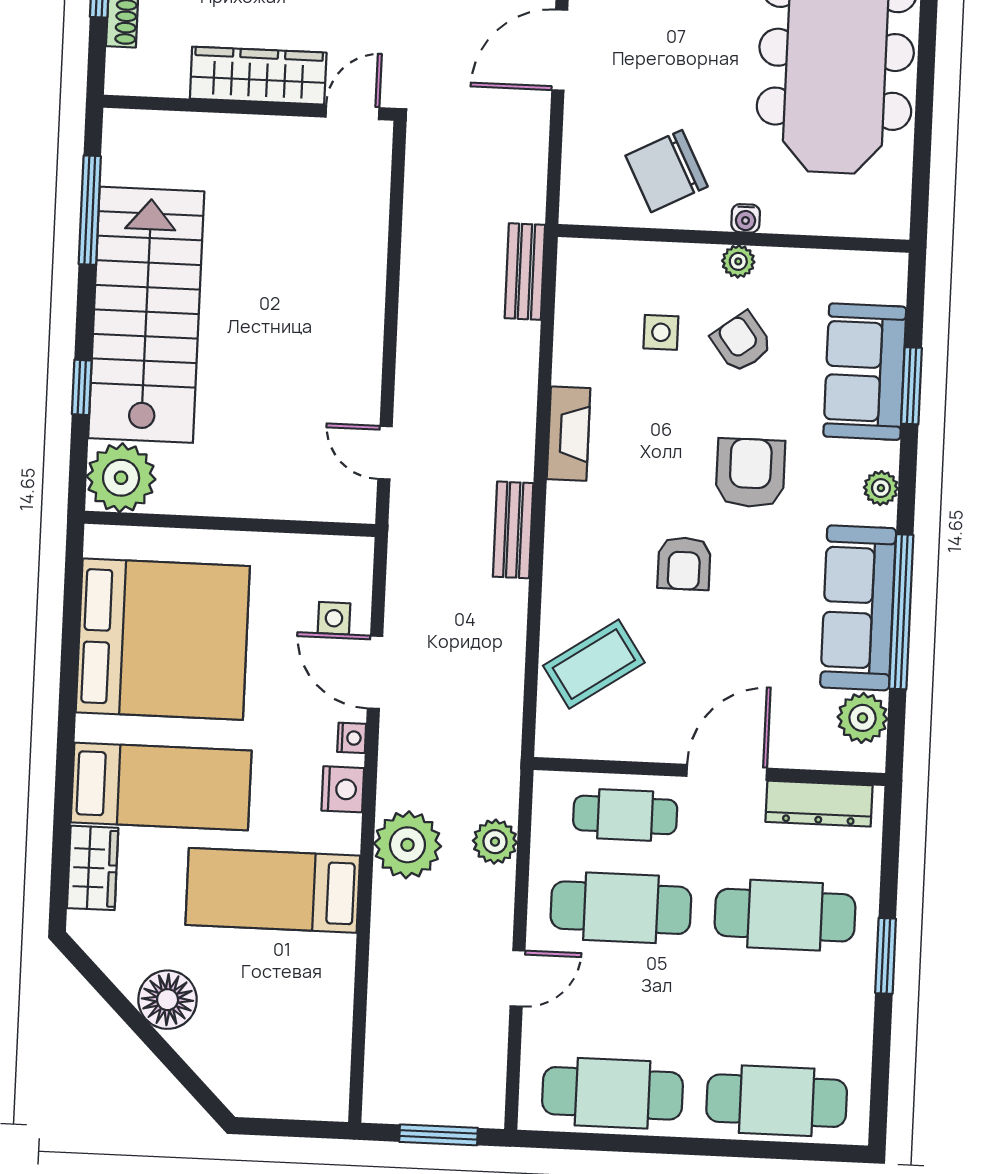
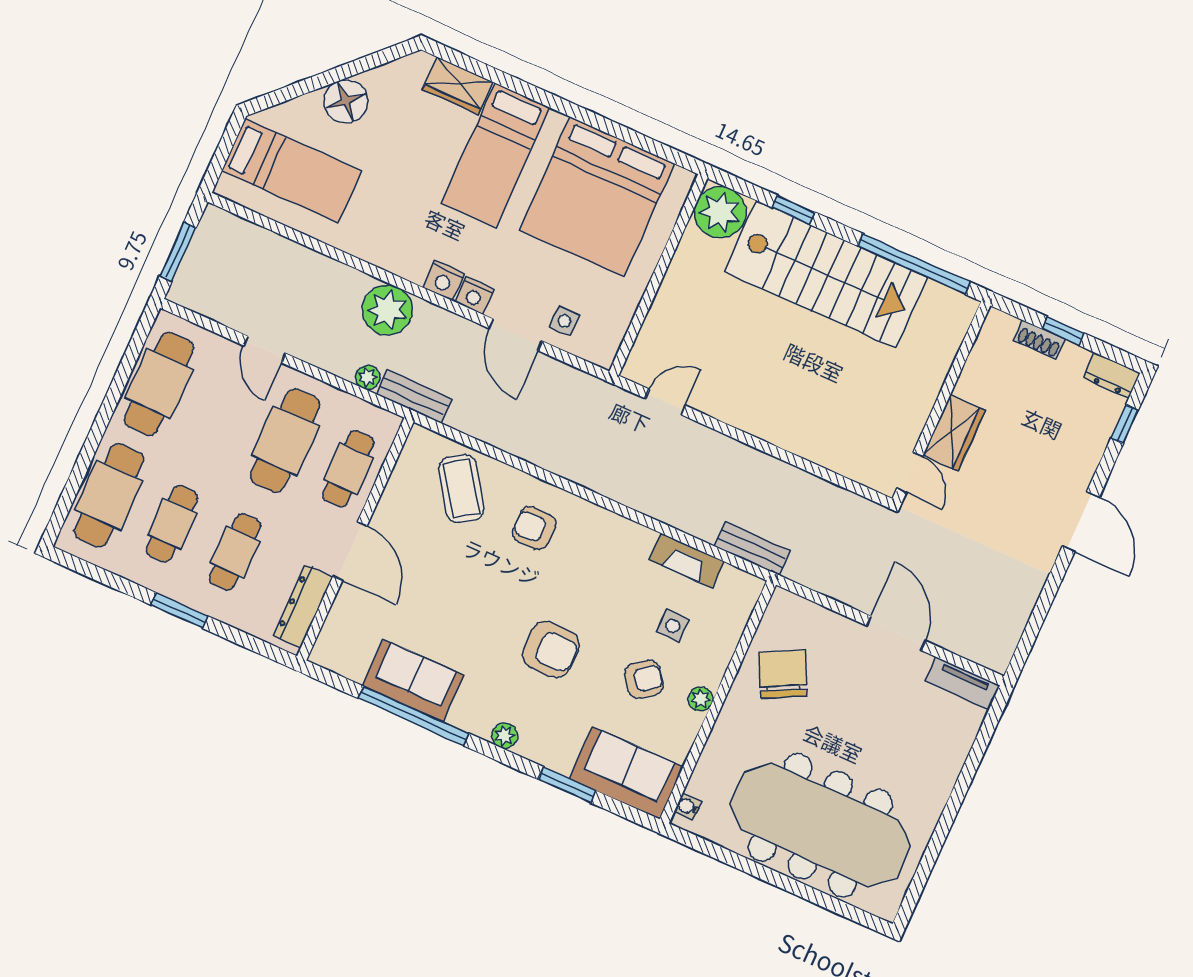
wardrobe: (258, 76) -> (954, 433), width x0.67
window: (90, 210) -> (914, 264), width x1.46
water cooler: (746, 218) -> (688, 807), moved
sofa: (865, 372) -> (626, 773), moved
fireplace: (569, 434) -> (686, 561), moved
bench: (513, 530) -> (414, 397), moved
armchair: (684, 563) -> (534, 528), moved
sofa: (858, 608) -> (413, 680), width x0.73
door: (375, 672) -> (516, 335), swing flipped
plant: (863, 718) -> (350, 660), removed
nightstand: (352, 738) -> (474, 296), width x1.39, depth x1.35
plant: (495, 842) -> (368, 377), width x0.73, depth x0.73
bed: (273, 890) -> (291, 171), moved, turned 90
cafe table: (785, 915) -> (235, 552), width x0.73, depth x0.74
cafe table: (781, 1008) -> (172, 524), added

